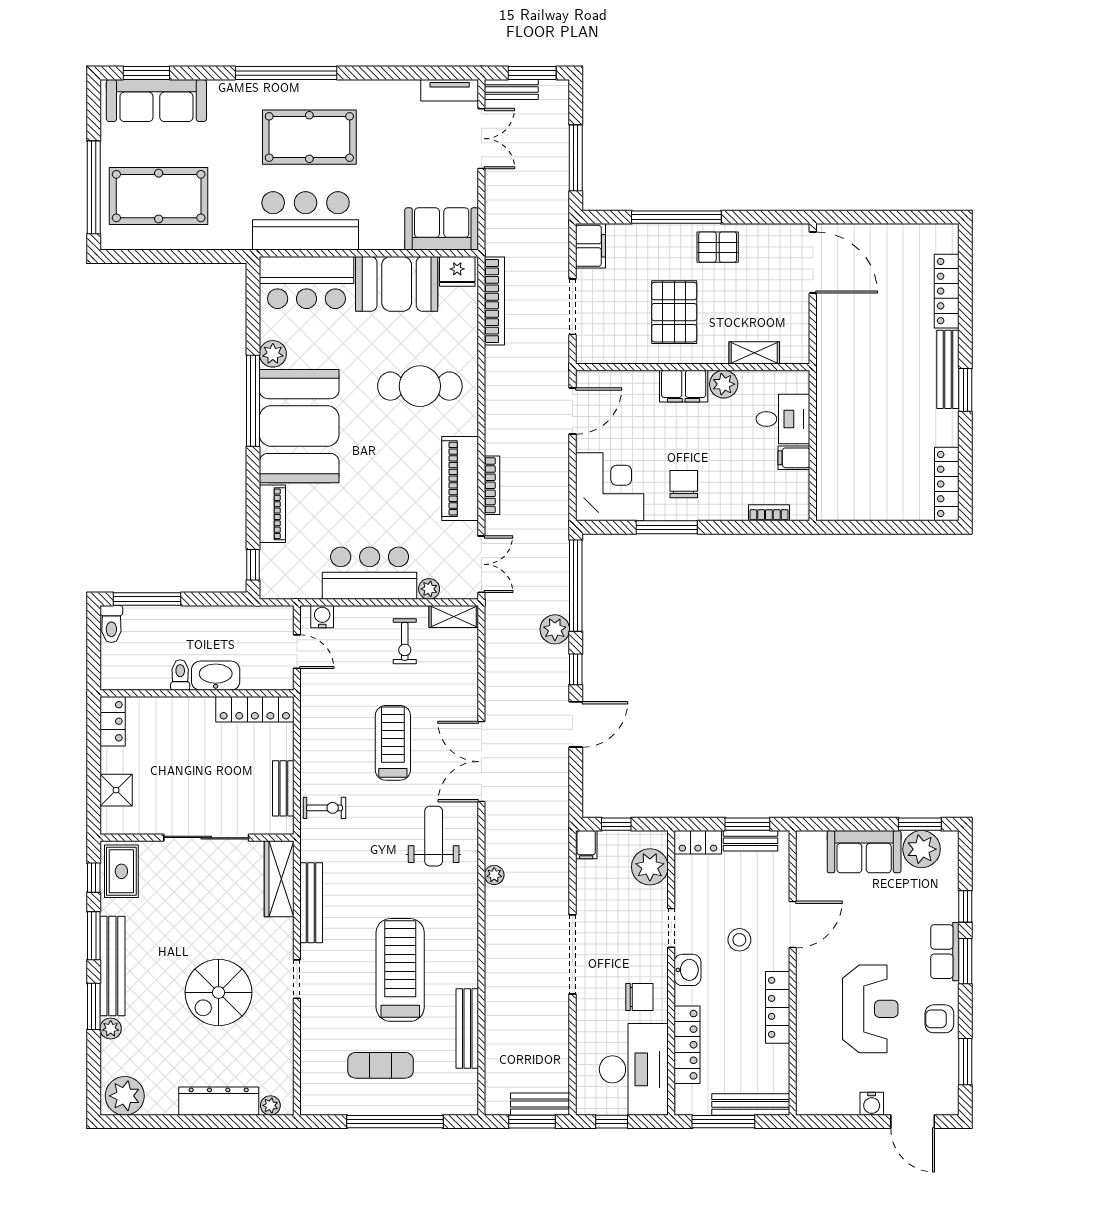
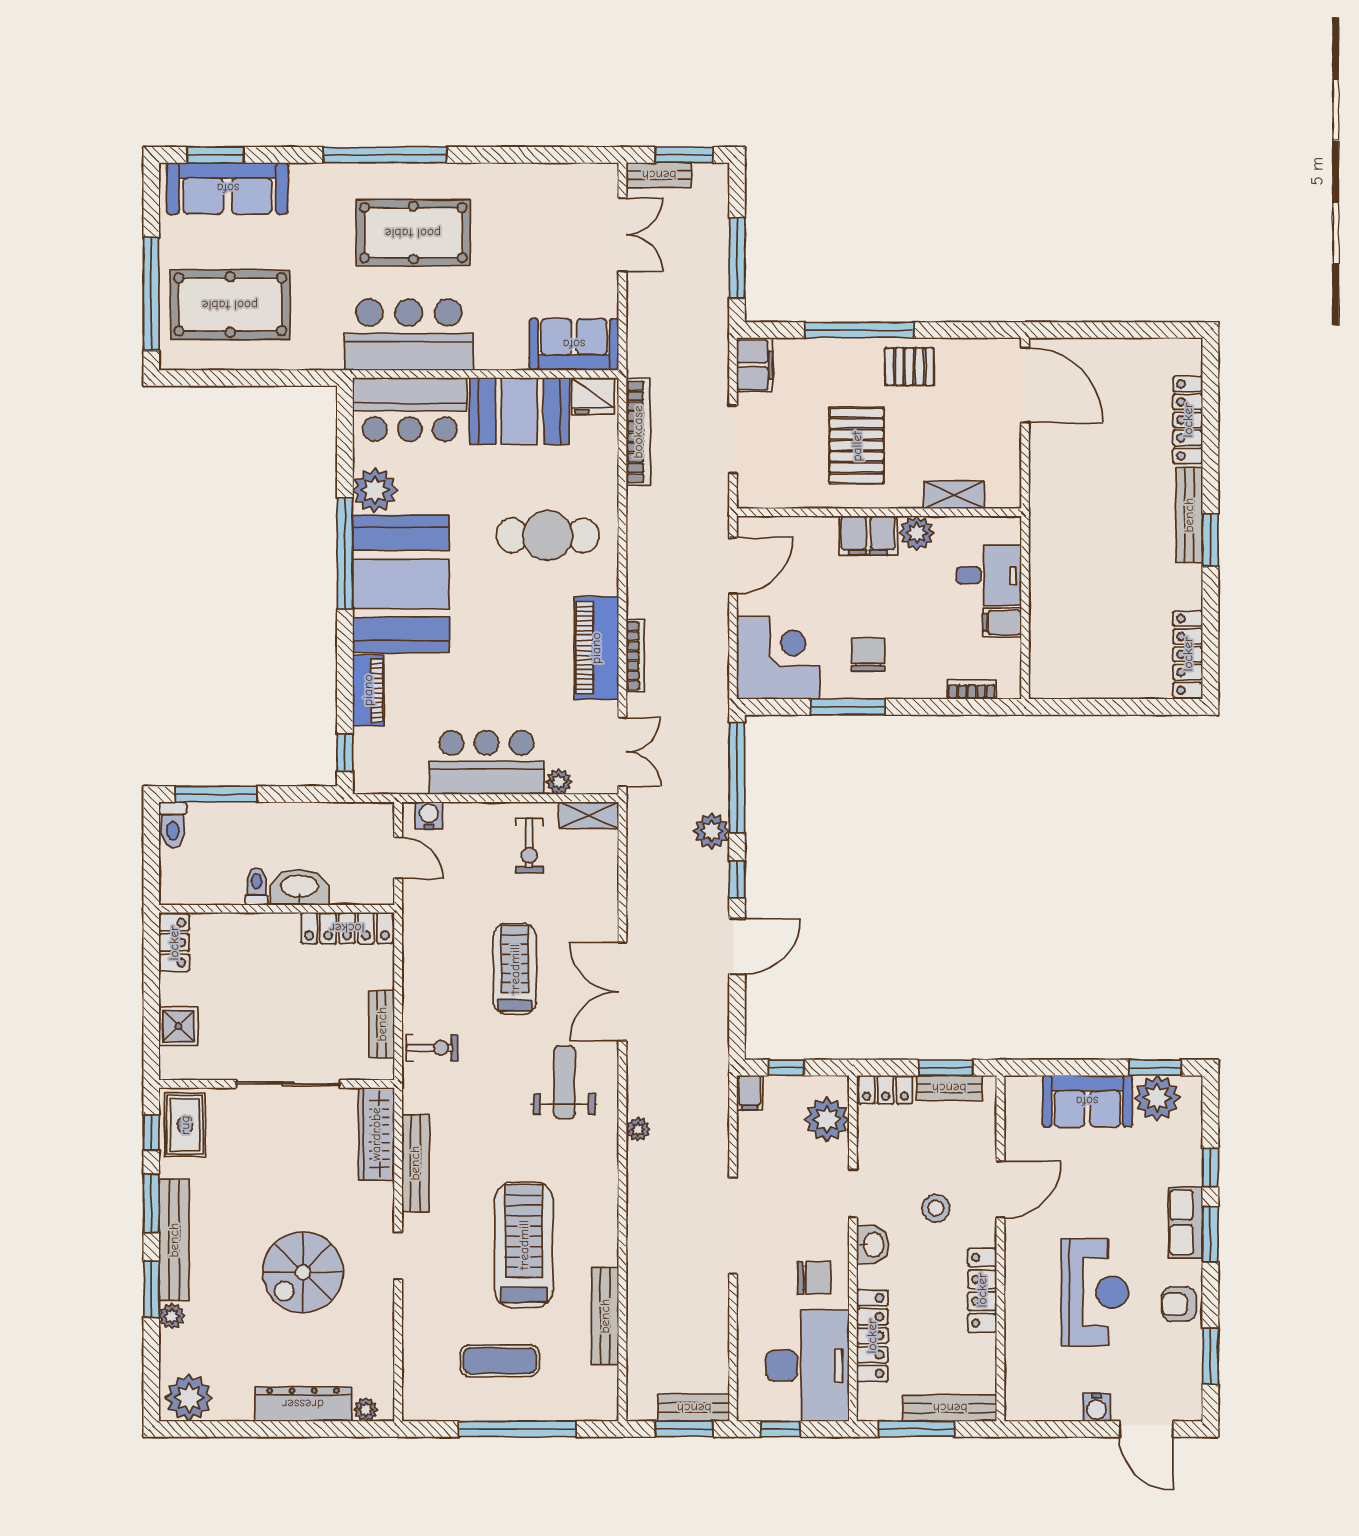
tv unit: (450, 90) -> (584, 176), removed
plant: (273, 354) -> (375, 490), width x1.36, depth x1.36

